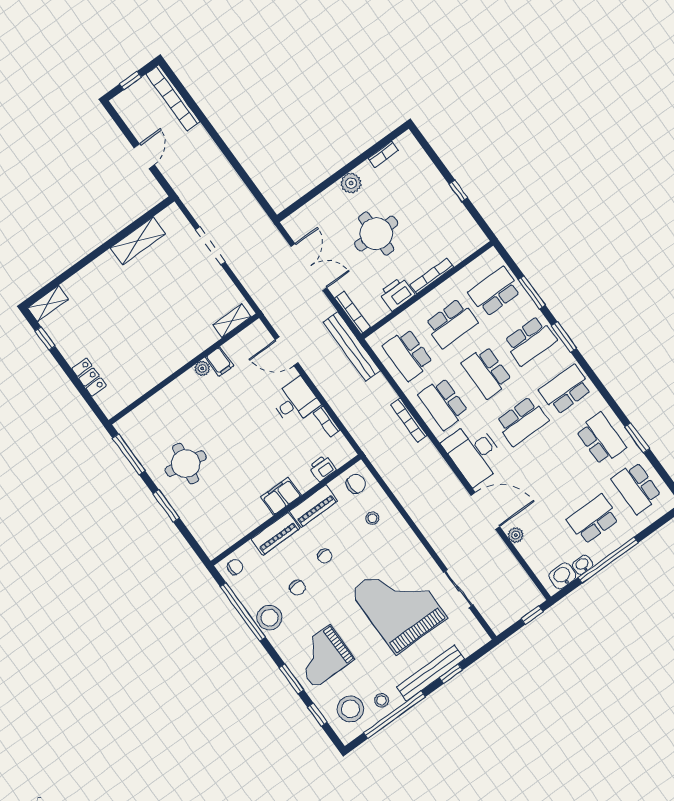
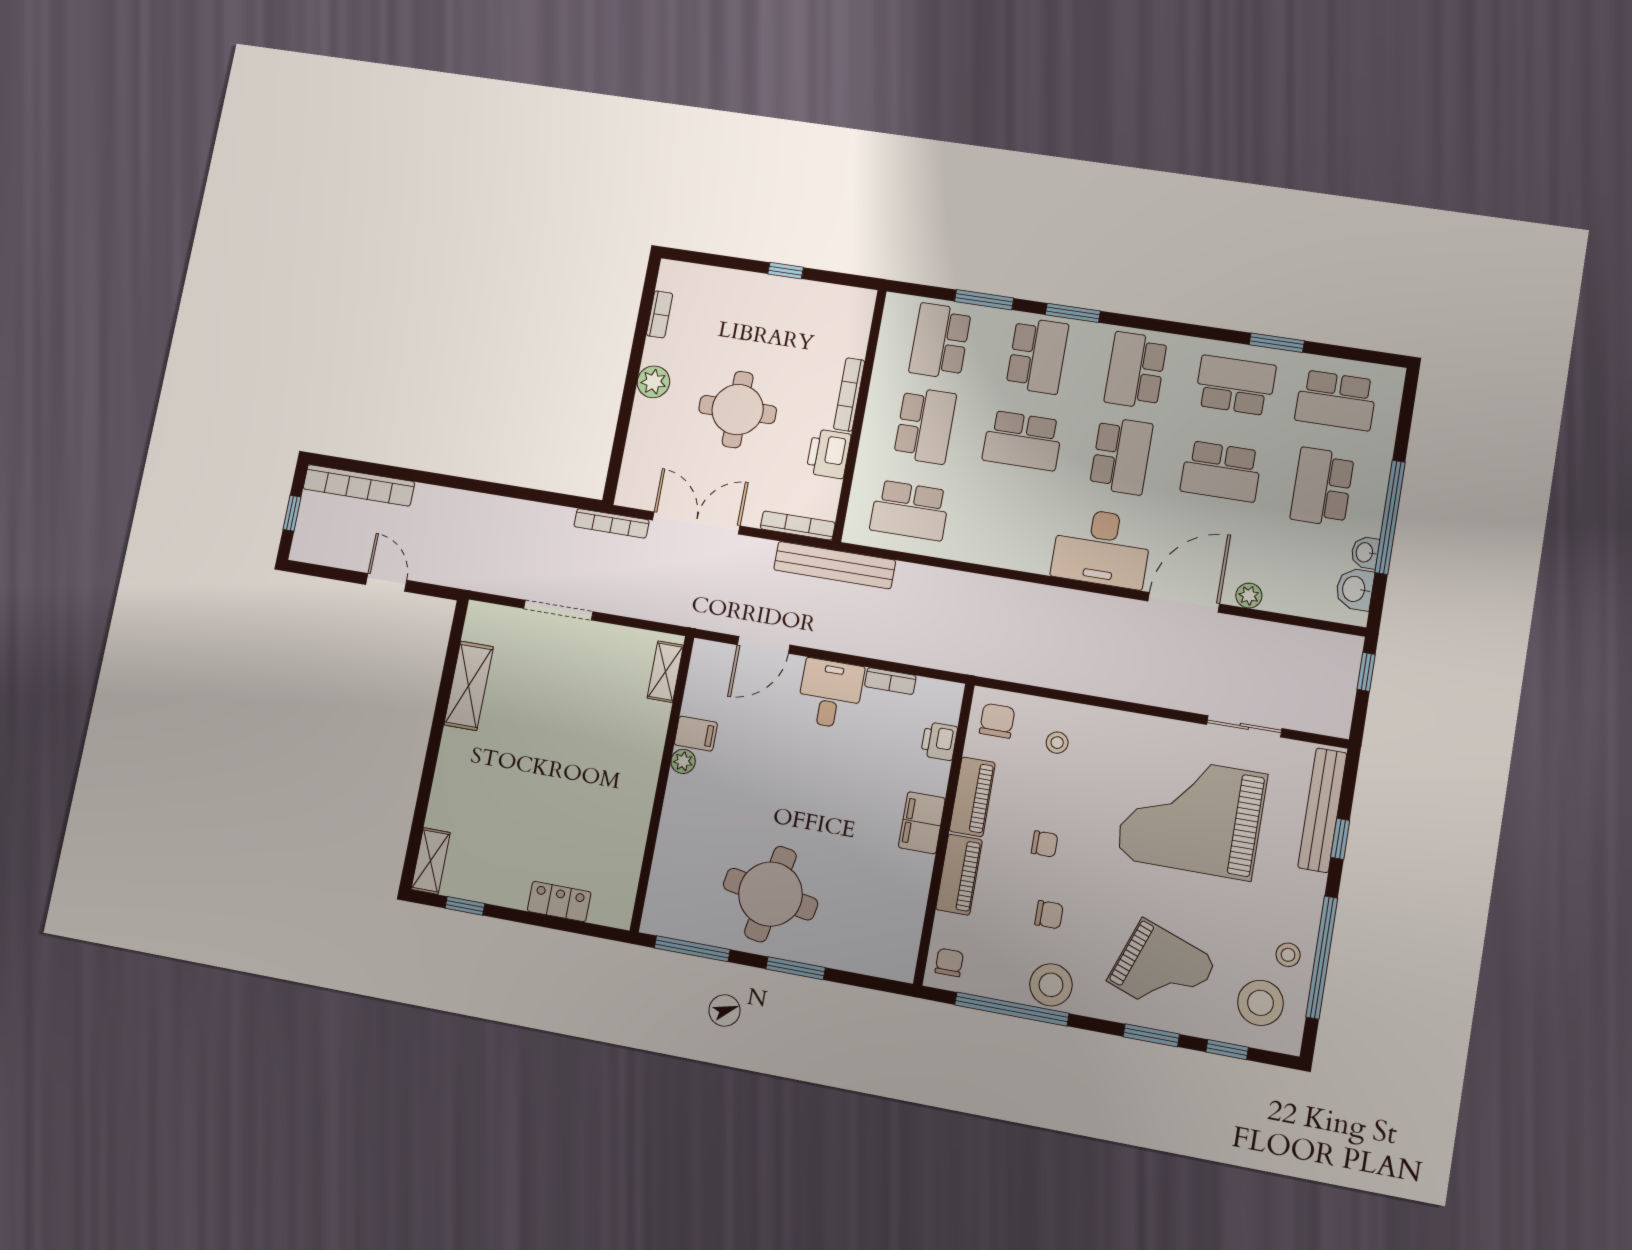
school desk: (443, 404) -> (1221, 471), moved
bookcase: (409, 420) -> (611, 523), moved
round table: (186, 464) -> (770, 894), width x1.36, depth x1.36
grand piano: (322, 656) -> (1162, 971), turned -70
bench: (431, 673) -> (1322, 810), moved

